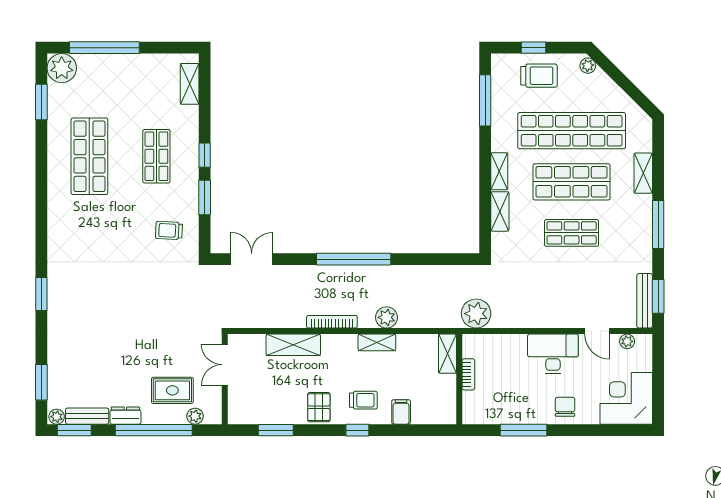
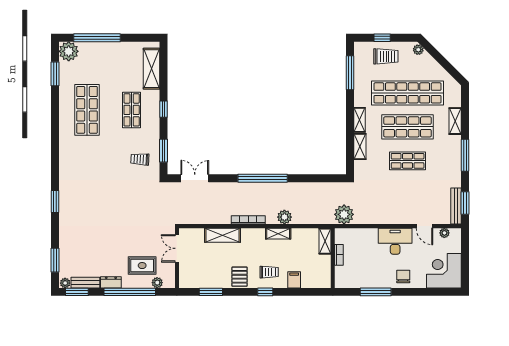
shelving: (190, 84) -> (152, 69), width x1.50, depth x1.33
window: (205, 198) -> (164, 151), moved

